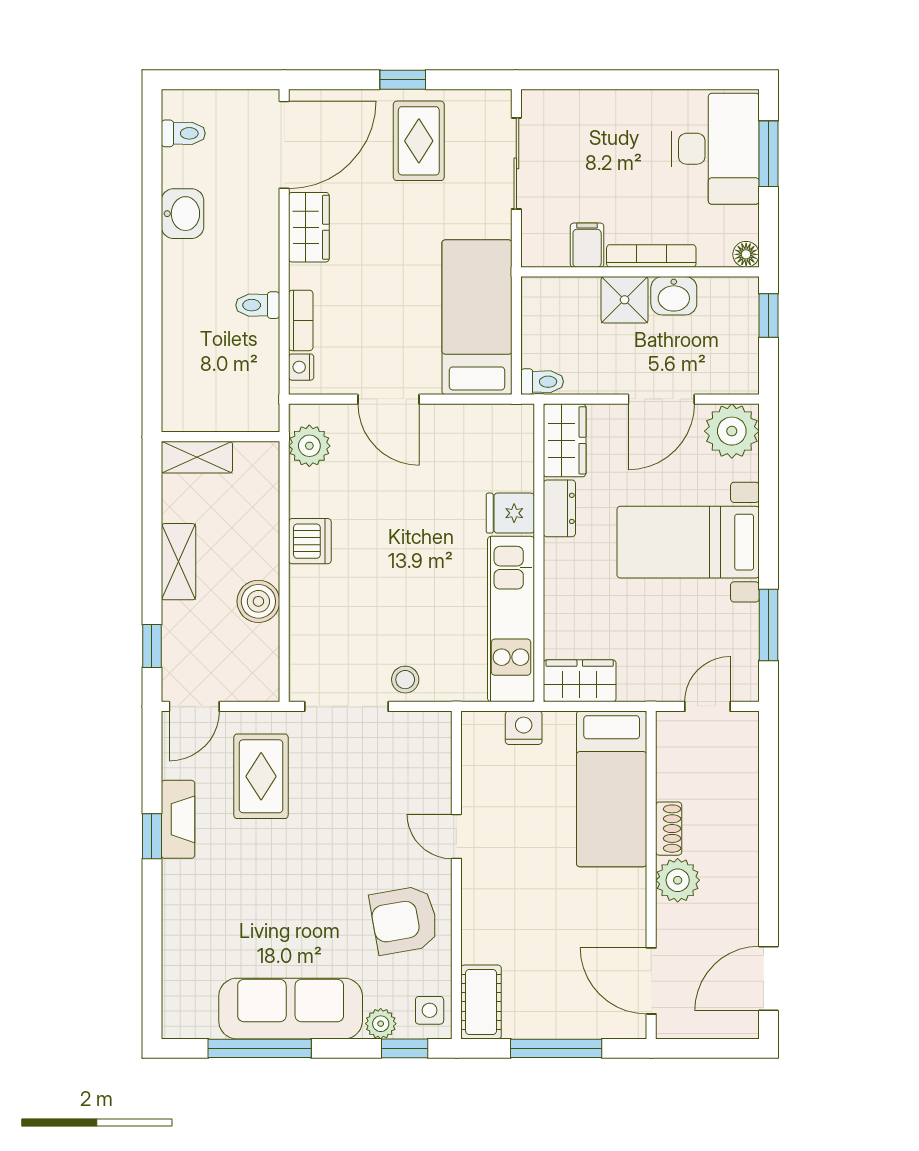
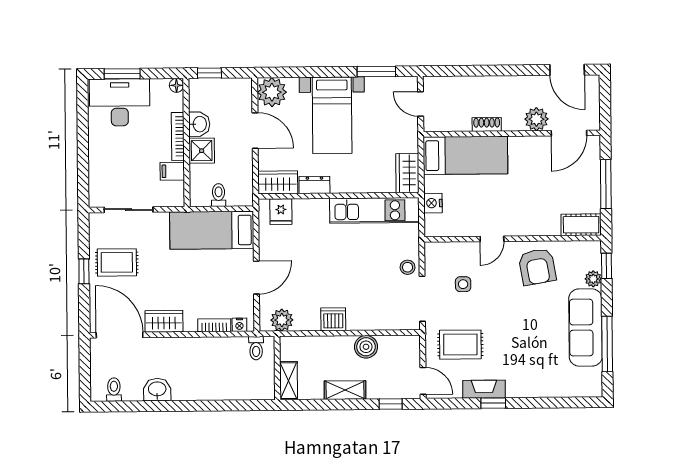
toilet: (258, 305) -> (256, 348), moved
toilet: (542, 382) -> (219, 195), moved
fridge: (510, 513) -> (281, 212), moved
plant: (678, 880) -> (536, 119), moved
side table: (430, 1010) -> (463, 284), moved

